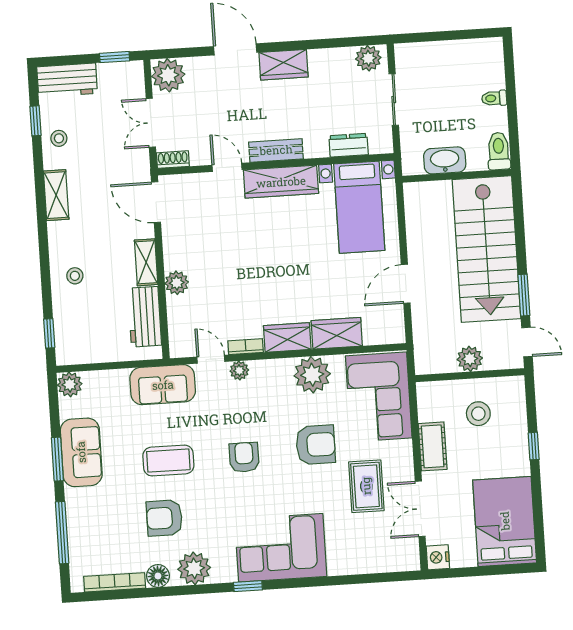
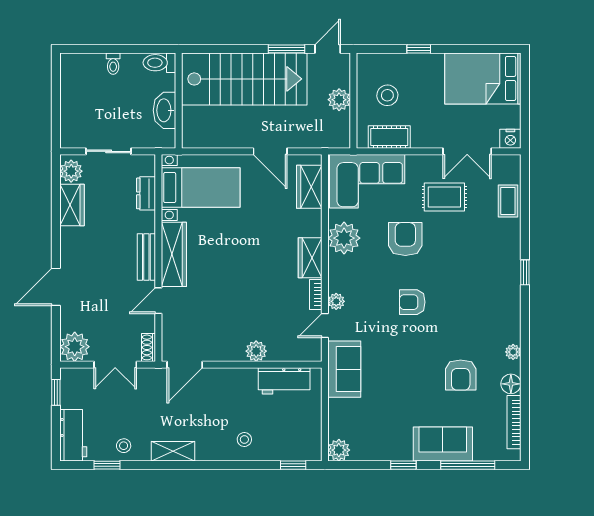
wardrobe: (284, 65) -> (72, 205), moved
shelving: (146, 262) -> (237, 377), removed
wardrobe: (337, 333) -> (309, 187), moved
cot: (433, 446) -> (389, 137), moved
sofa: (81, 452) -> (443, 444), moved
window: (57, 459) -> (403, 465), width x0.67
coffee table: (168, 461) -> (508, 201), moved, width x0.73, depth x0.77
corner sofa: (281, 548) -> (493, 275), removed
plant: (194, 568) -> (513, 352), width x0.53, depth x0.53
window: (248, 586) -> (525, 272), moved

